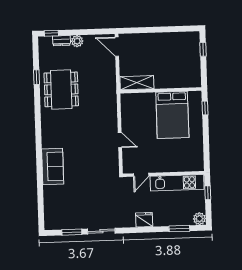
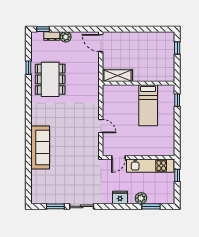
bed: (172, 115) -> (148, 105), width x0.67
sofa: (53, 166) -> (40, 148), width x1.36
plant: (199, 219) -> (141, 198), moved

